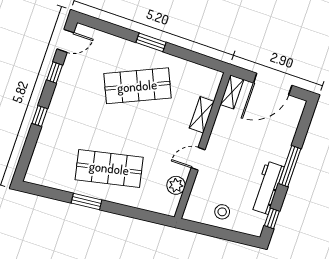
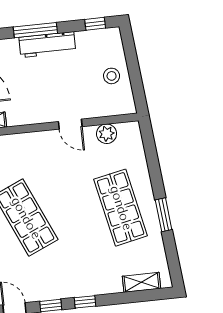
shelving: (202, 115) -> (141, 282), moved
window: (40, 116) -> (85, 302), moved
workbench: (267, 188) -> (47, 45), moved

